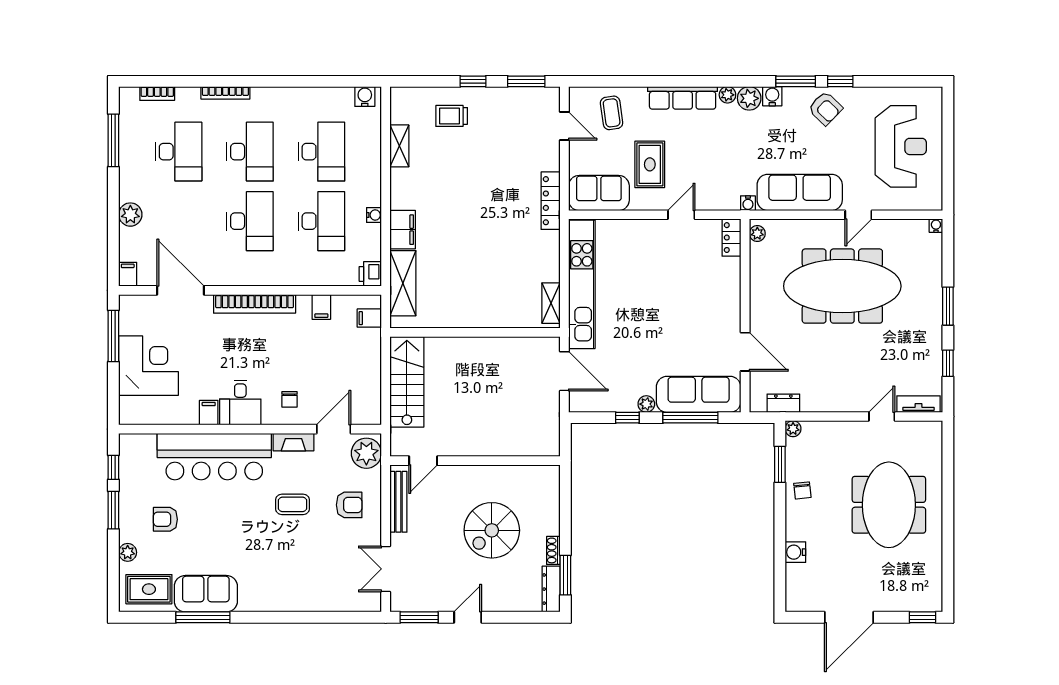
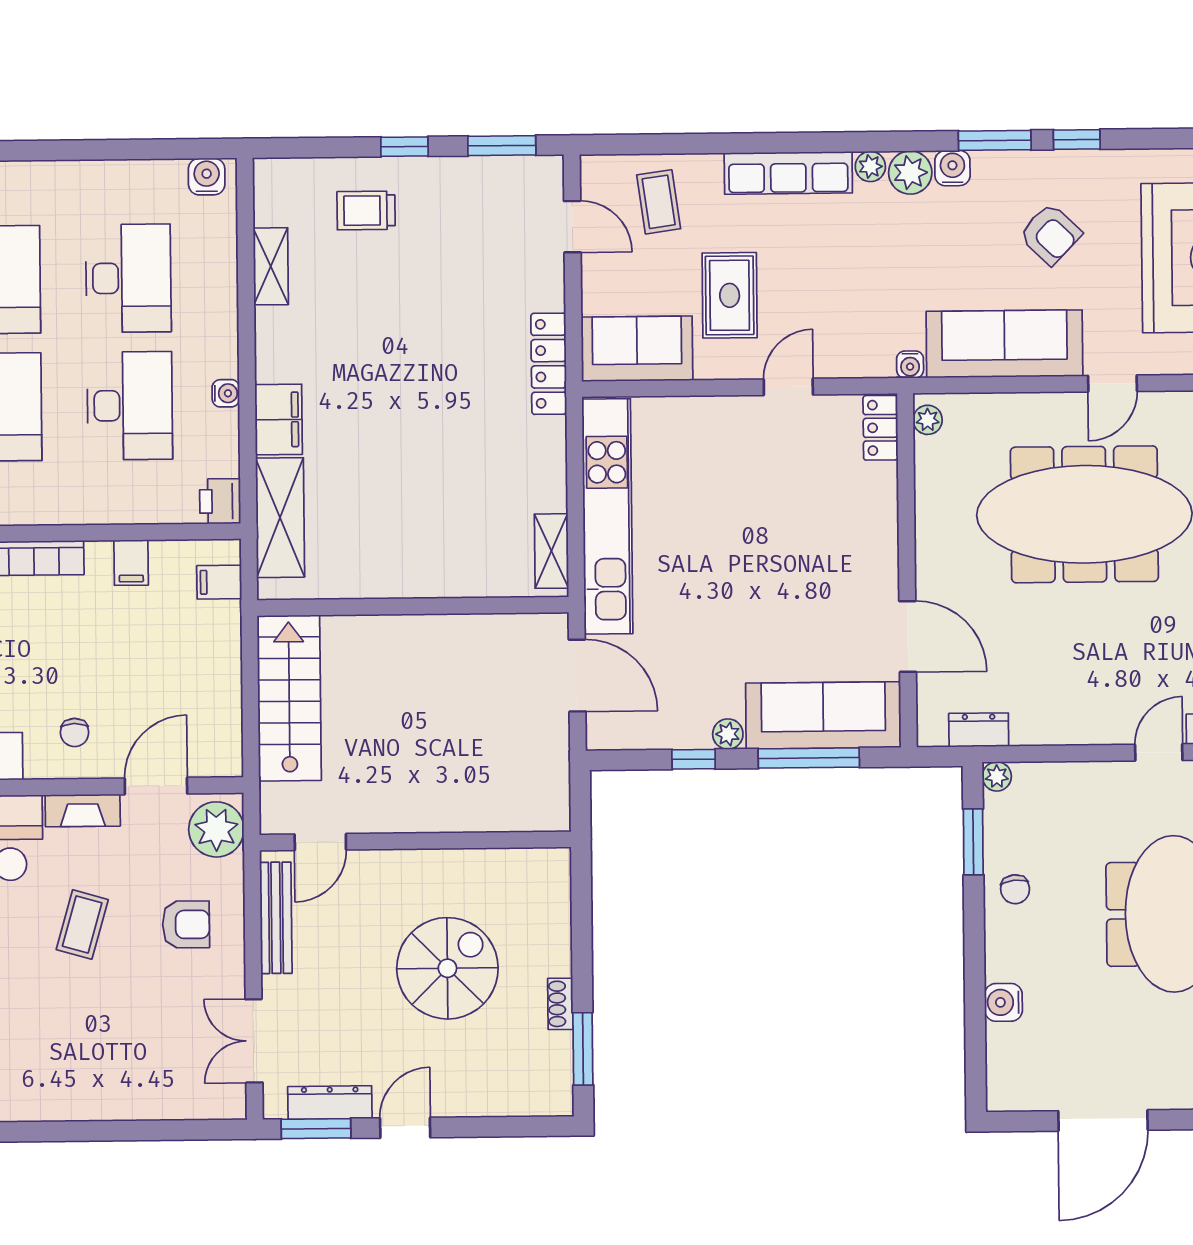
armchair: (825, 108) -> (1050, 234), moved
coffee table: (293, 504) -> (82, 925), turned -74
spiral stairs: (492, 530) -> (447, 968), turned 180
dresser: (551, 589) -> (330, 1103), moved, turned 90

